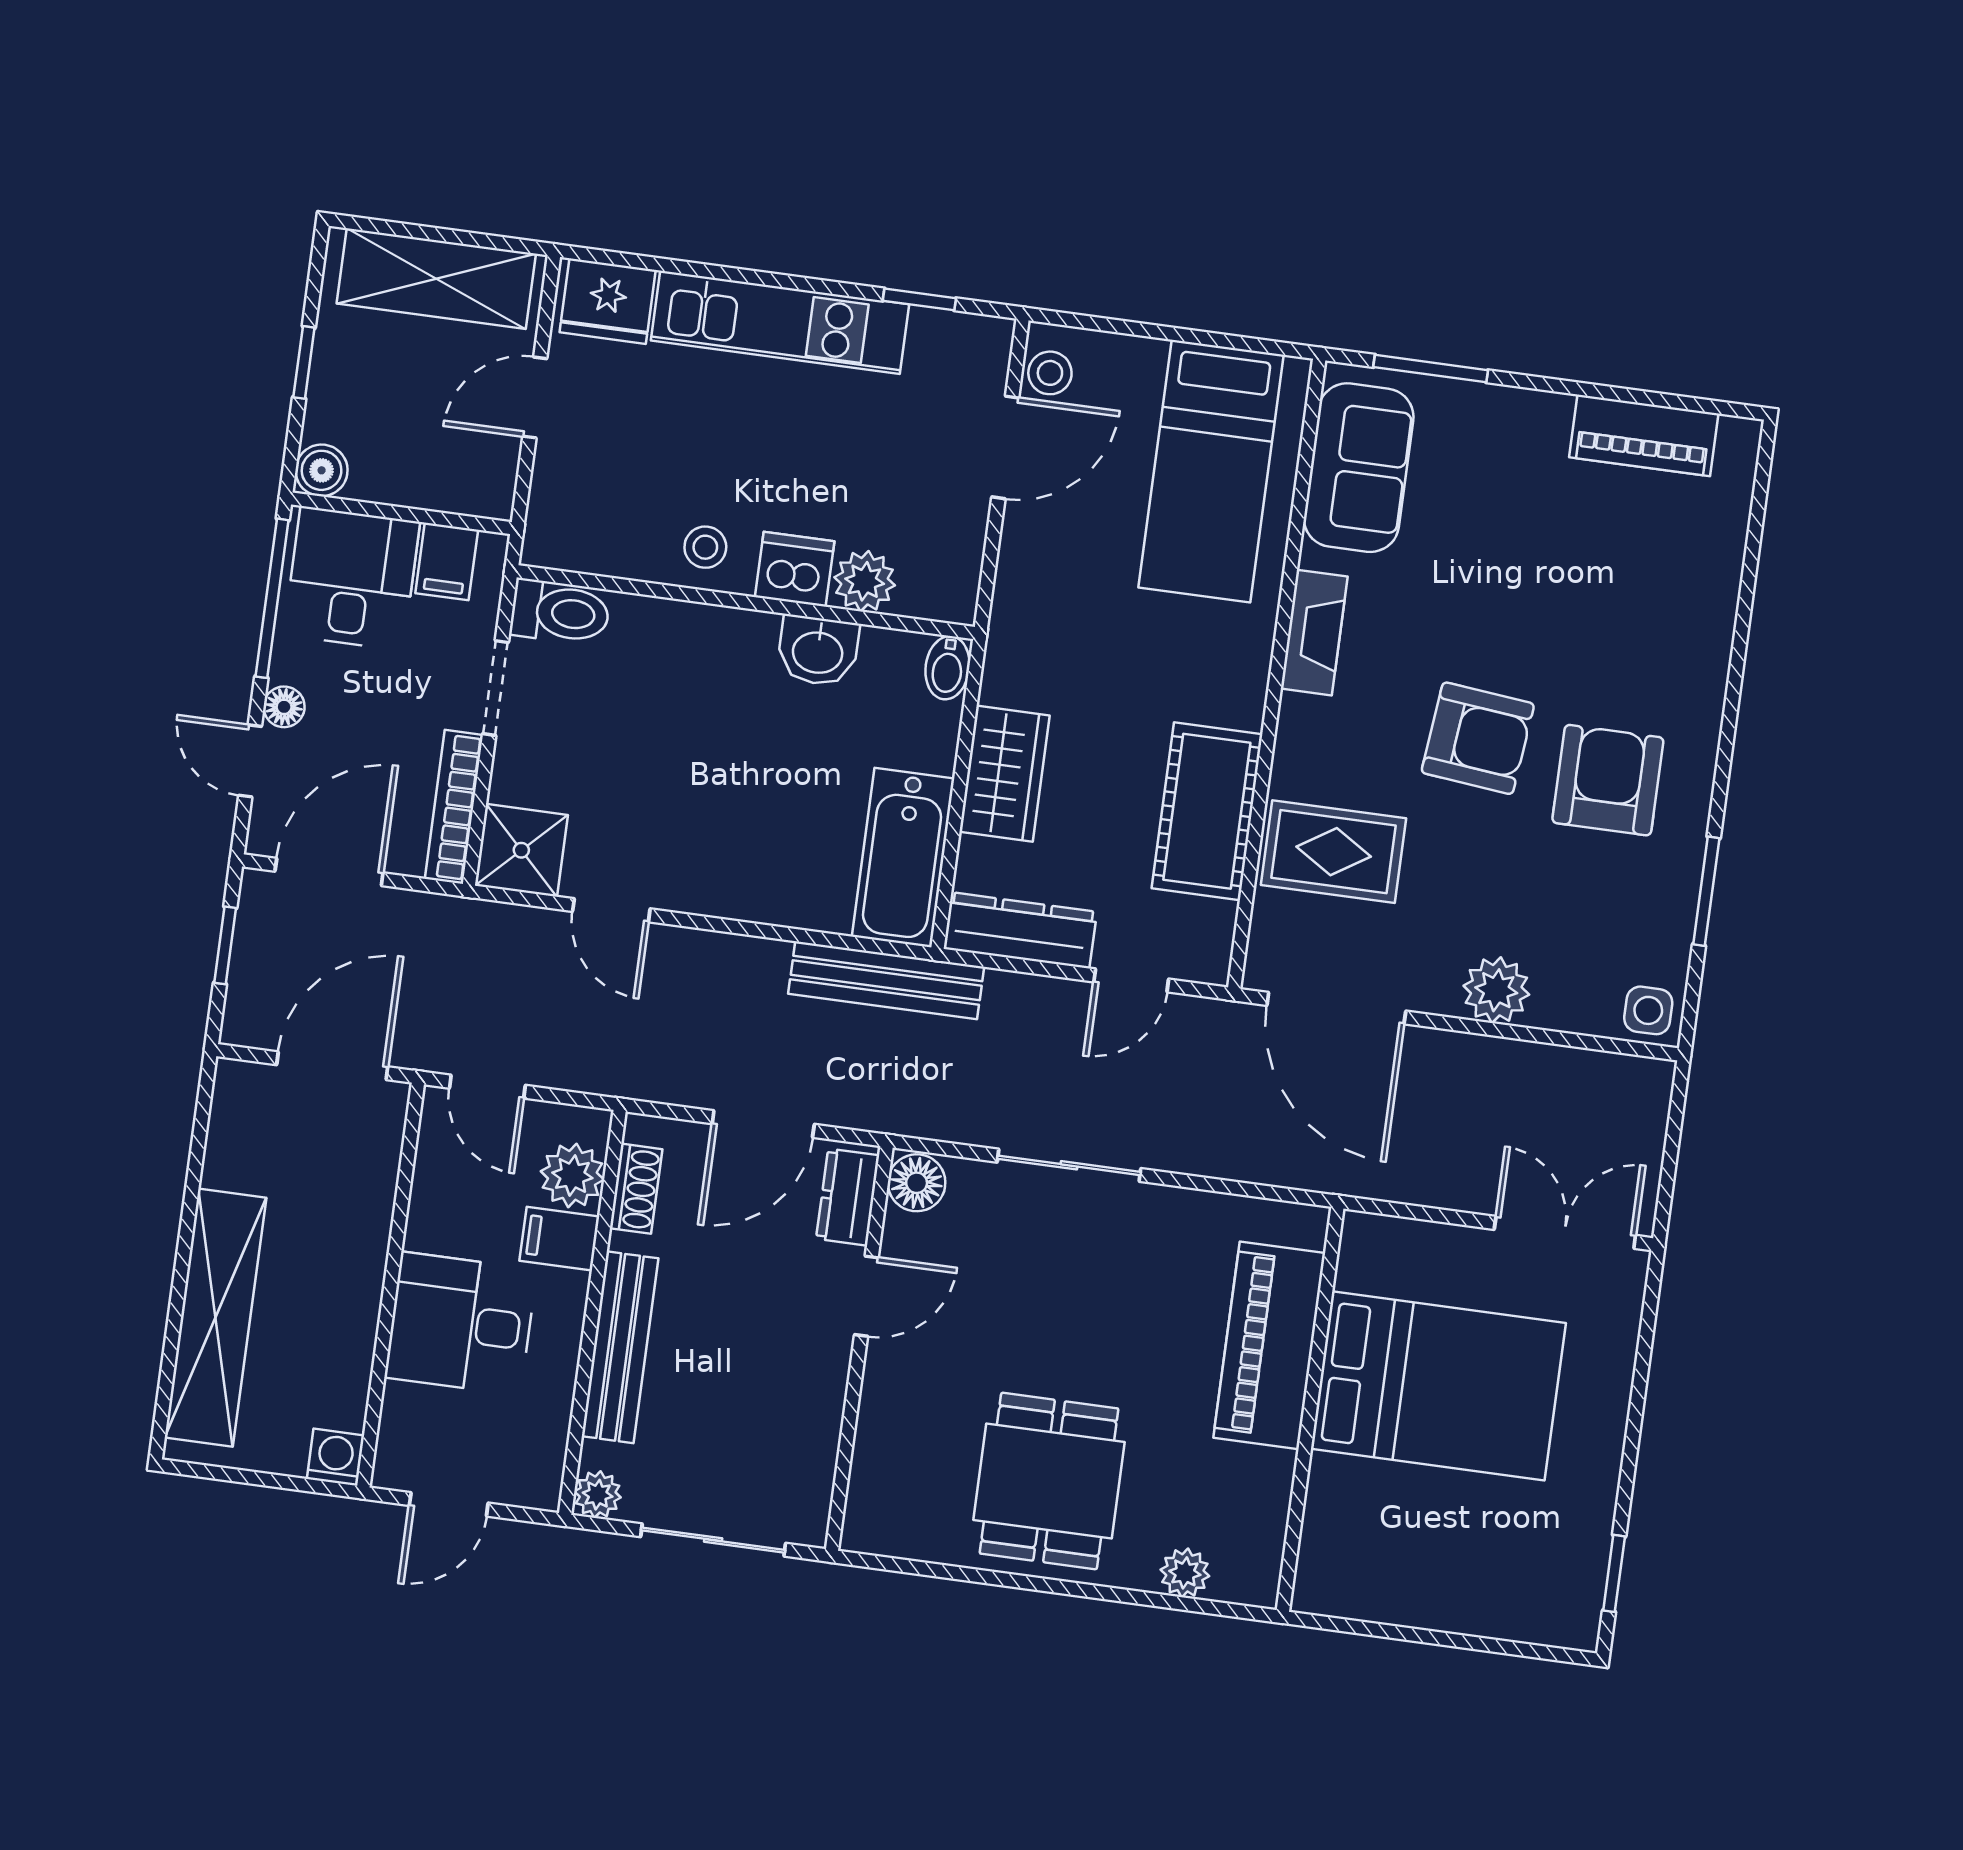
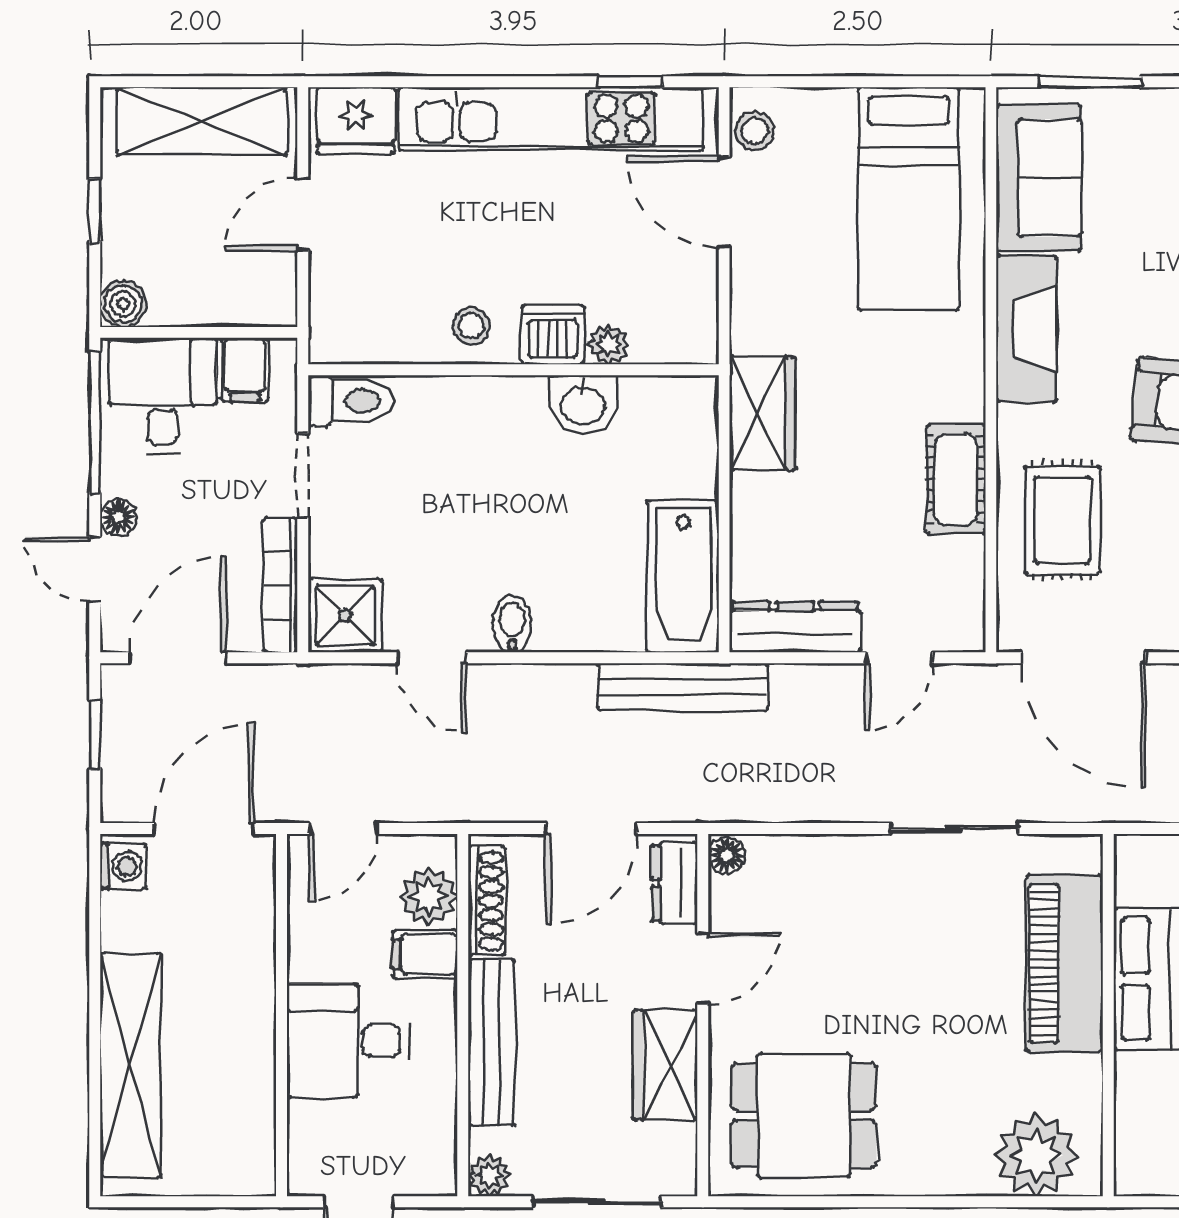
kitchen unit: (780, 322) -> (551, 119), width x1.36
door: (1005, 447) -> (724, 202), swing flipped
plant: (865, 581) -> (609, 345), width x0.73, depth x0.73
fireplace: (1314, 633) -> (1026, 329), width x1.37, depth x1.32
bidet: (947, 668) -> (512, 624), moved, turned 180
wardrobe: (1005, 774) -> (762, 414), moved
cot: (1207, 811) -> (956, 479), width x0.73, depth x0.75
rug: (1334, 852) -> (1062, 520), turned 90
door: (487, 1087) -> (343, 828), hinge flipped
sliding door: (1069, 1165) -> (954, 828), moved
floor lamp: (917, 1183) -> (727, 855), width x0.73, depth x0.73
shoe rack: (636, 1189) -> (487, 901), width x1.43
wardrobe: (810, 1398) -> (665, 1065), added
washing machine: (336, 1457) -> (123, 867), moved, turned 90
dining table: (1049, 1481) -> (804, 1115), moved, turned 90
plant: (1185, 1573) -> (1036, 1155), width x1.88, depth x1.88

